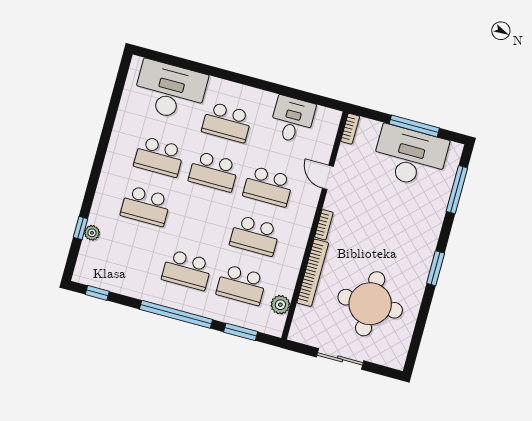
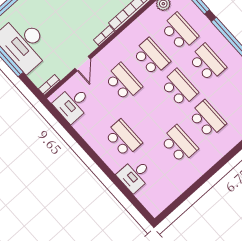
desk: (170, 91) -> (135, 175), width x0.53, depth x0.77
desk: (292, 120) -> (73, 104), moved
school desk: (214, 172) -> (179, 88), moved

